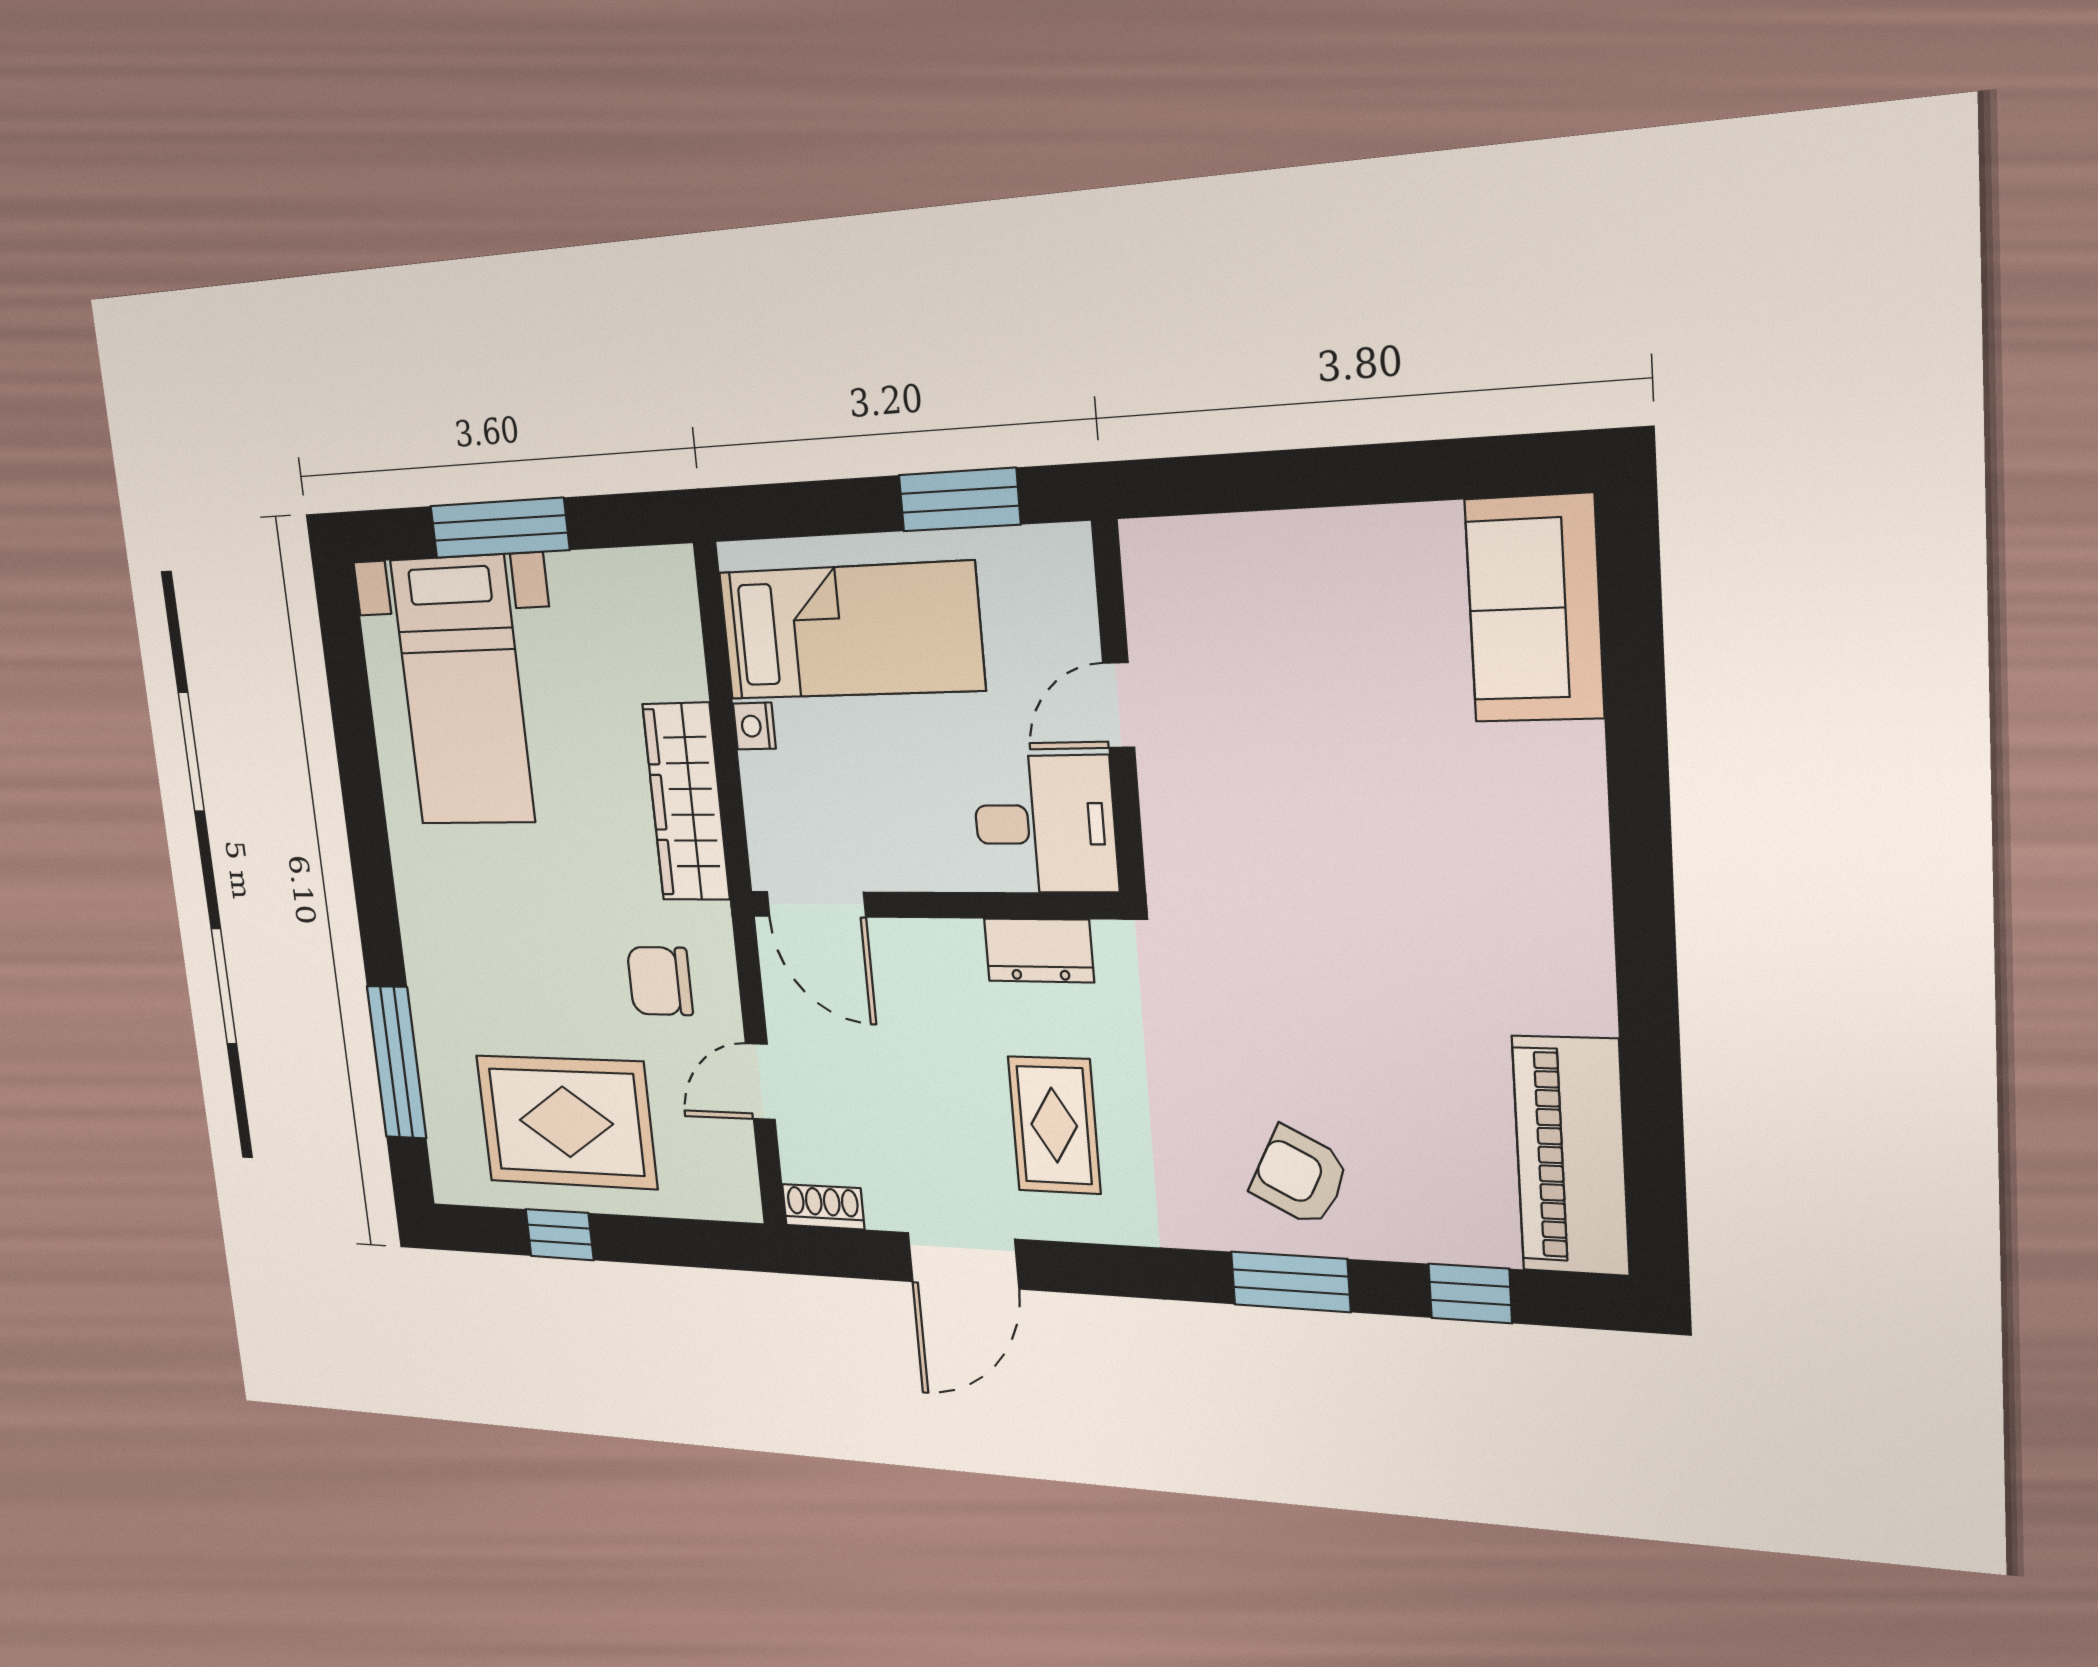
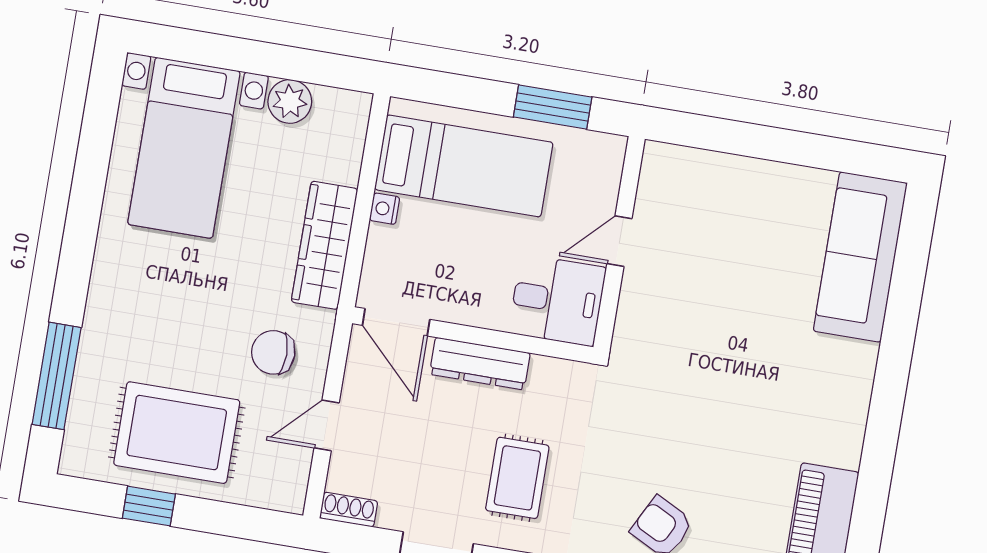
window: (499, 528) -> (242, 55), removed
plant: (581, 585) -> (290, 101), added
sofa: (1534, 609) -> (860, 257), width x1.36
dresser: (1039, 950) -> (480, 364), moved, width x1.44

